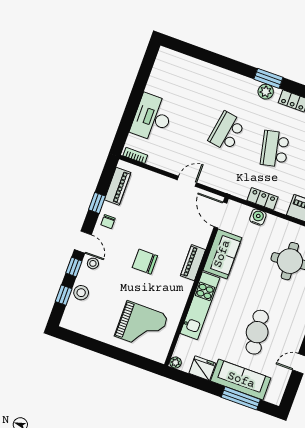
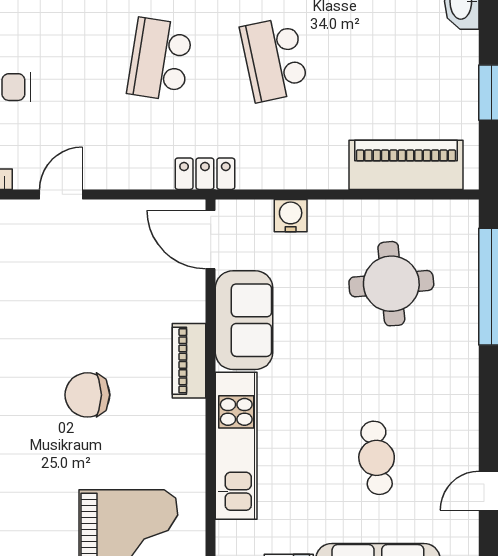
door: (187, 181) -> (61, 194), moved
locker: (262, 199) -> (205, 174), moved
cafe table: (257, 332) -> (377, 458), width x0.73, depth x0.74

